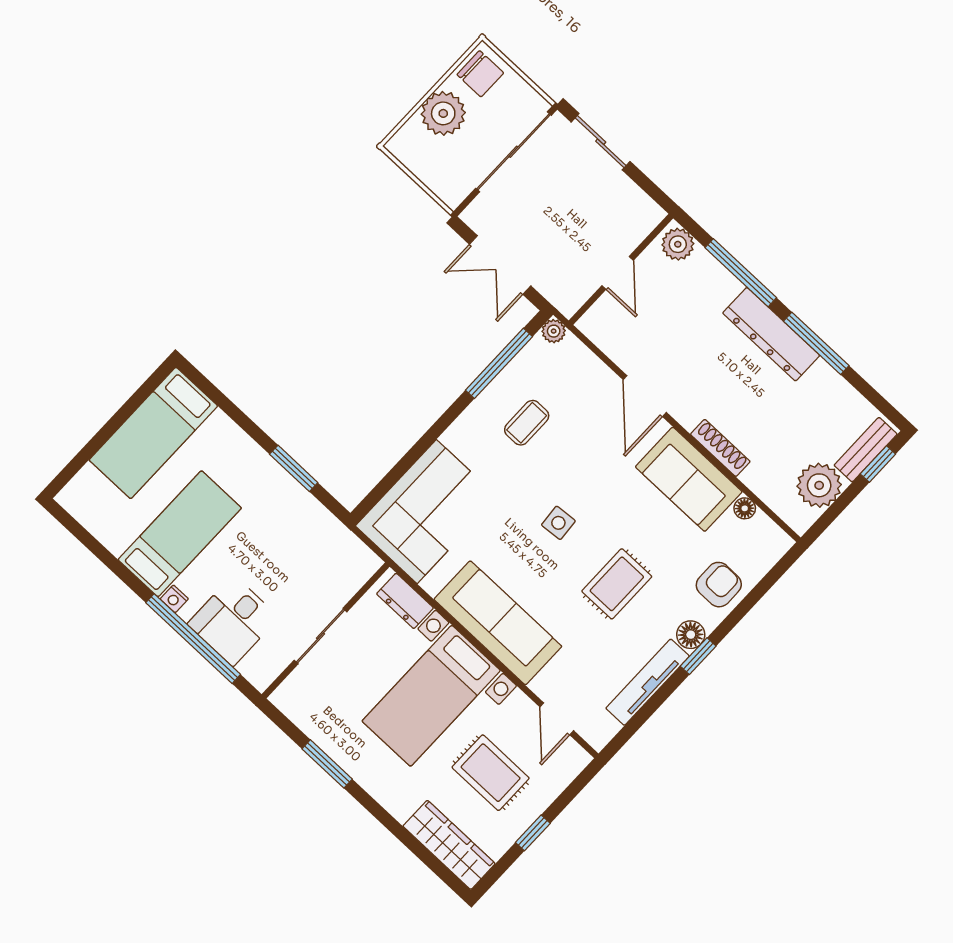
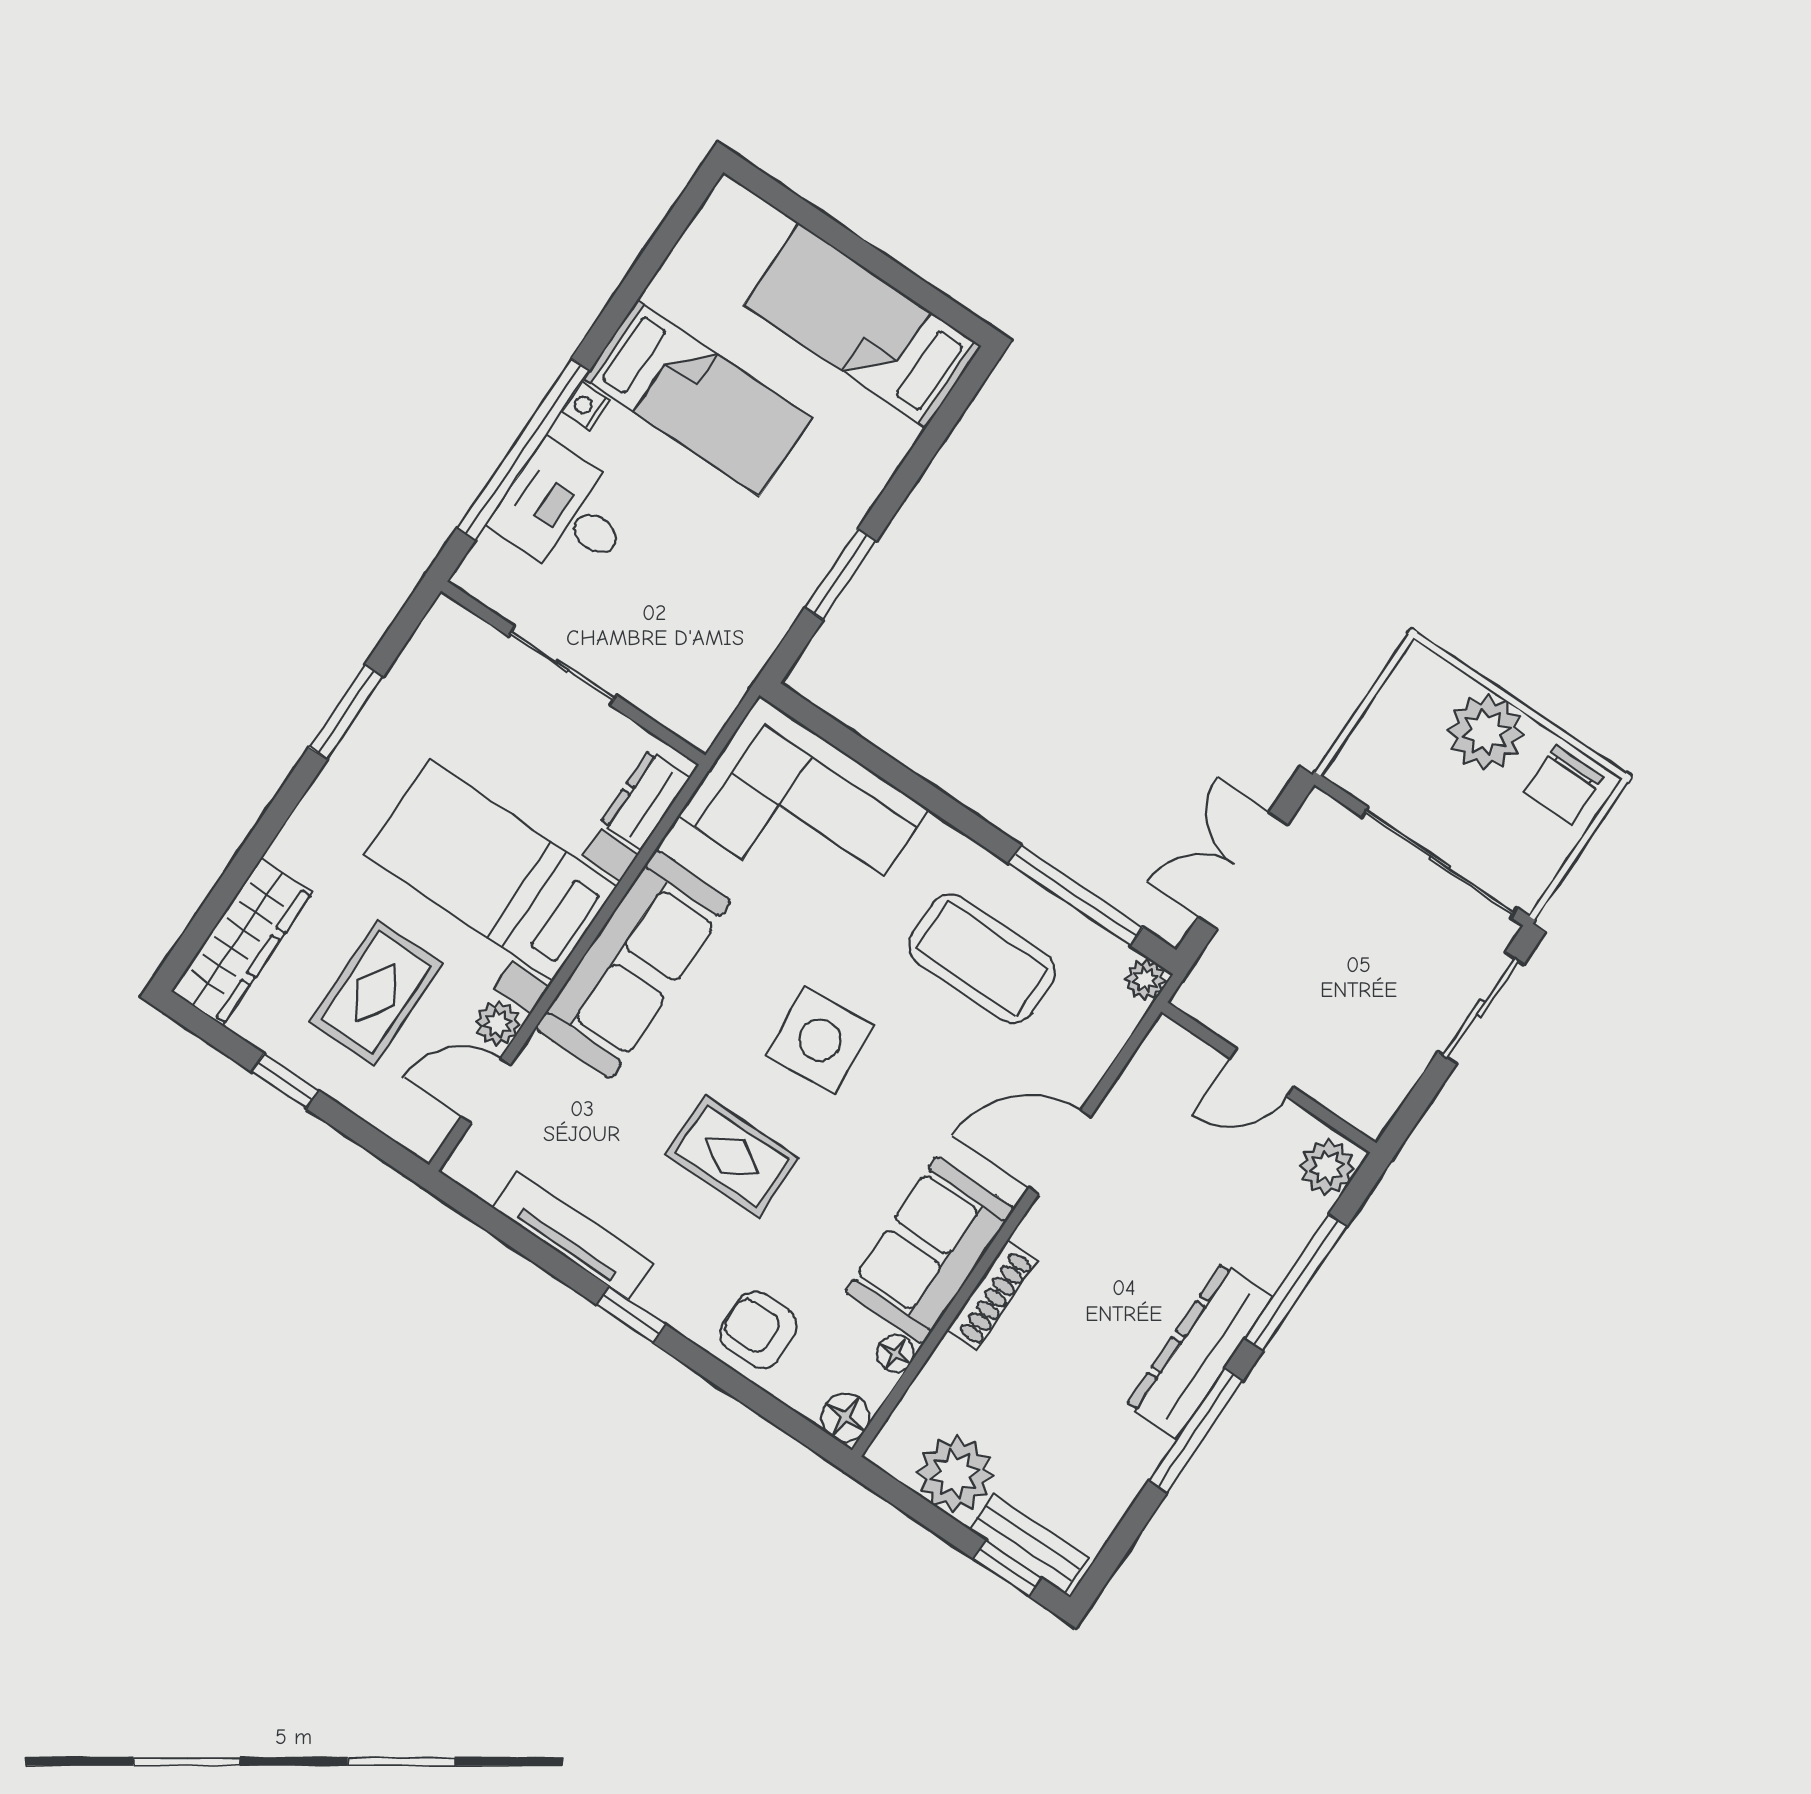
coffee table: (527, 423) -> (982, 959), width x1.86, depth x1.72
side table: (558, 523) -> (820, 1040), width x1.87, depth x1.87
armchair: (719, 585) -> (759, 1330), turned 180
floor lamp: (691, 635) -> (845, 1417), moved
plant: (519, 706) -> (498, 1023), added

